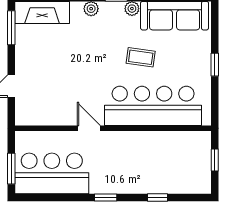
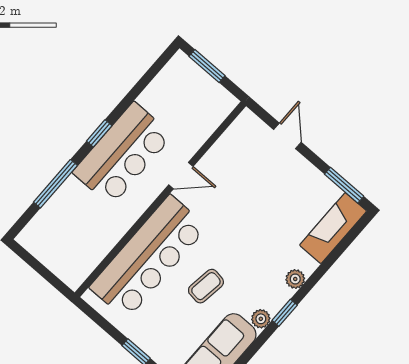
window: (215, 160) -> (43, 271), removed
bar counter: (52, 173) -> (123, 154), moved
window: (157, 198) -> (55, 184), width x2.17

